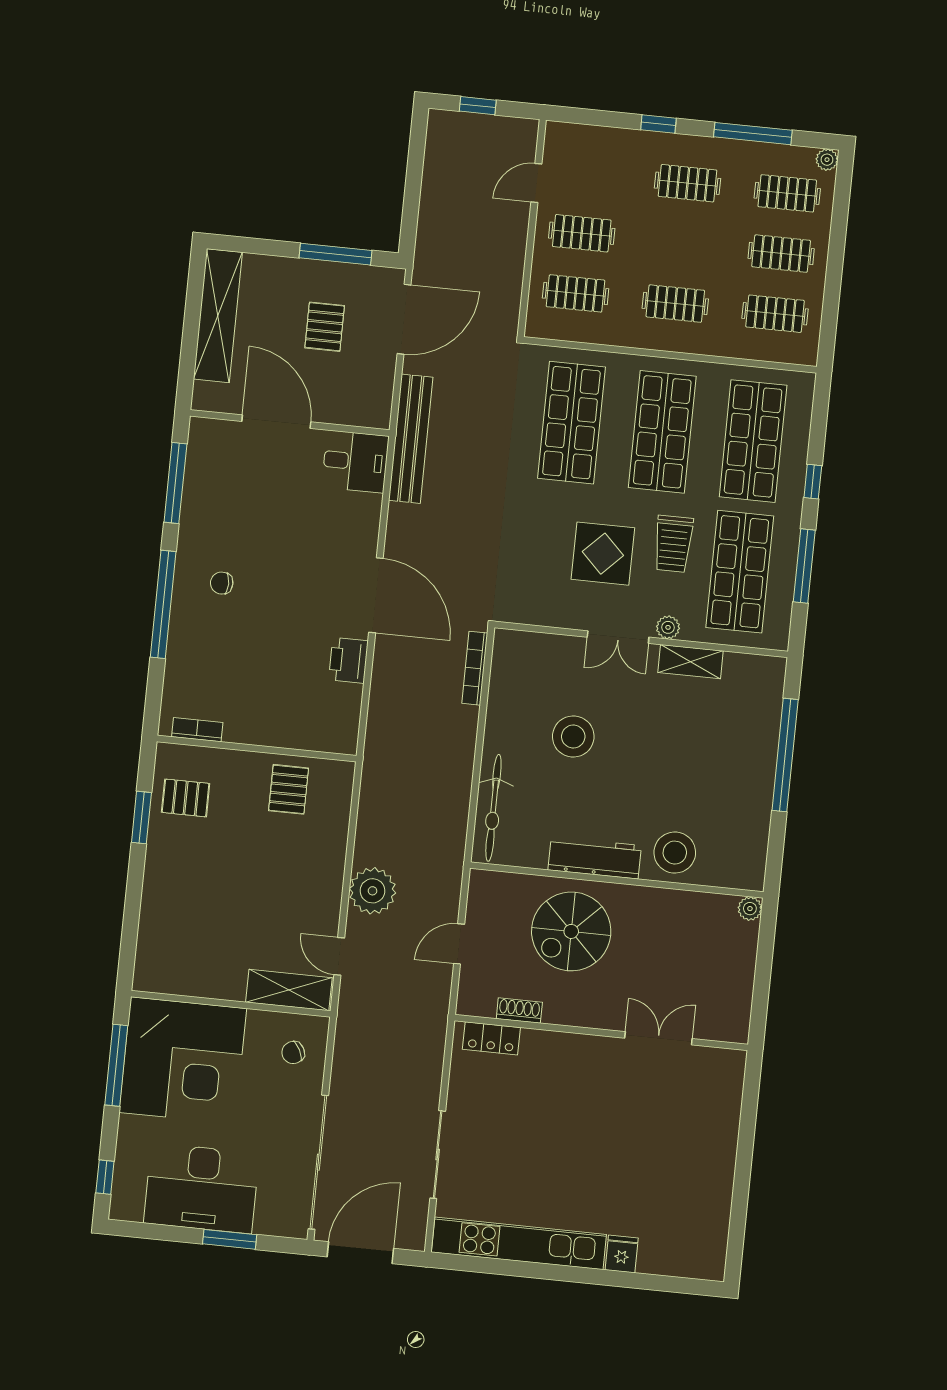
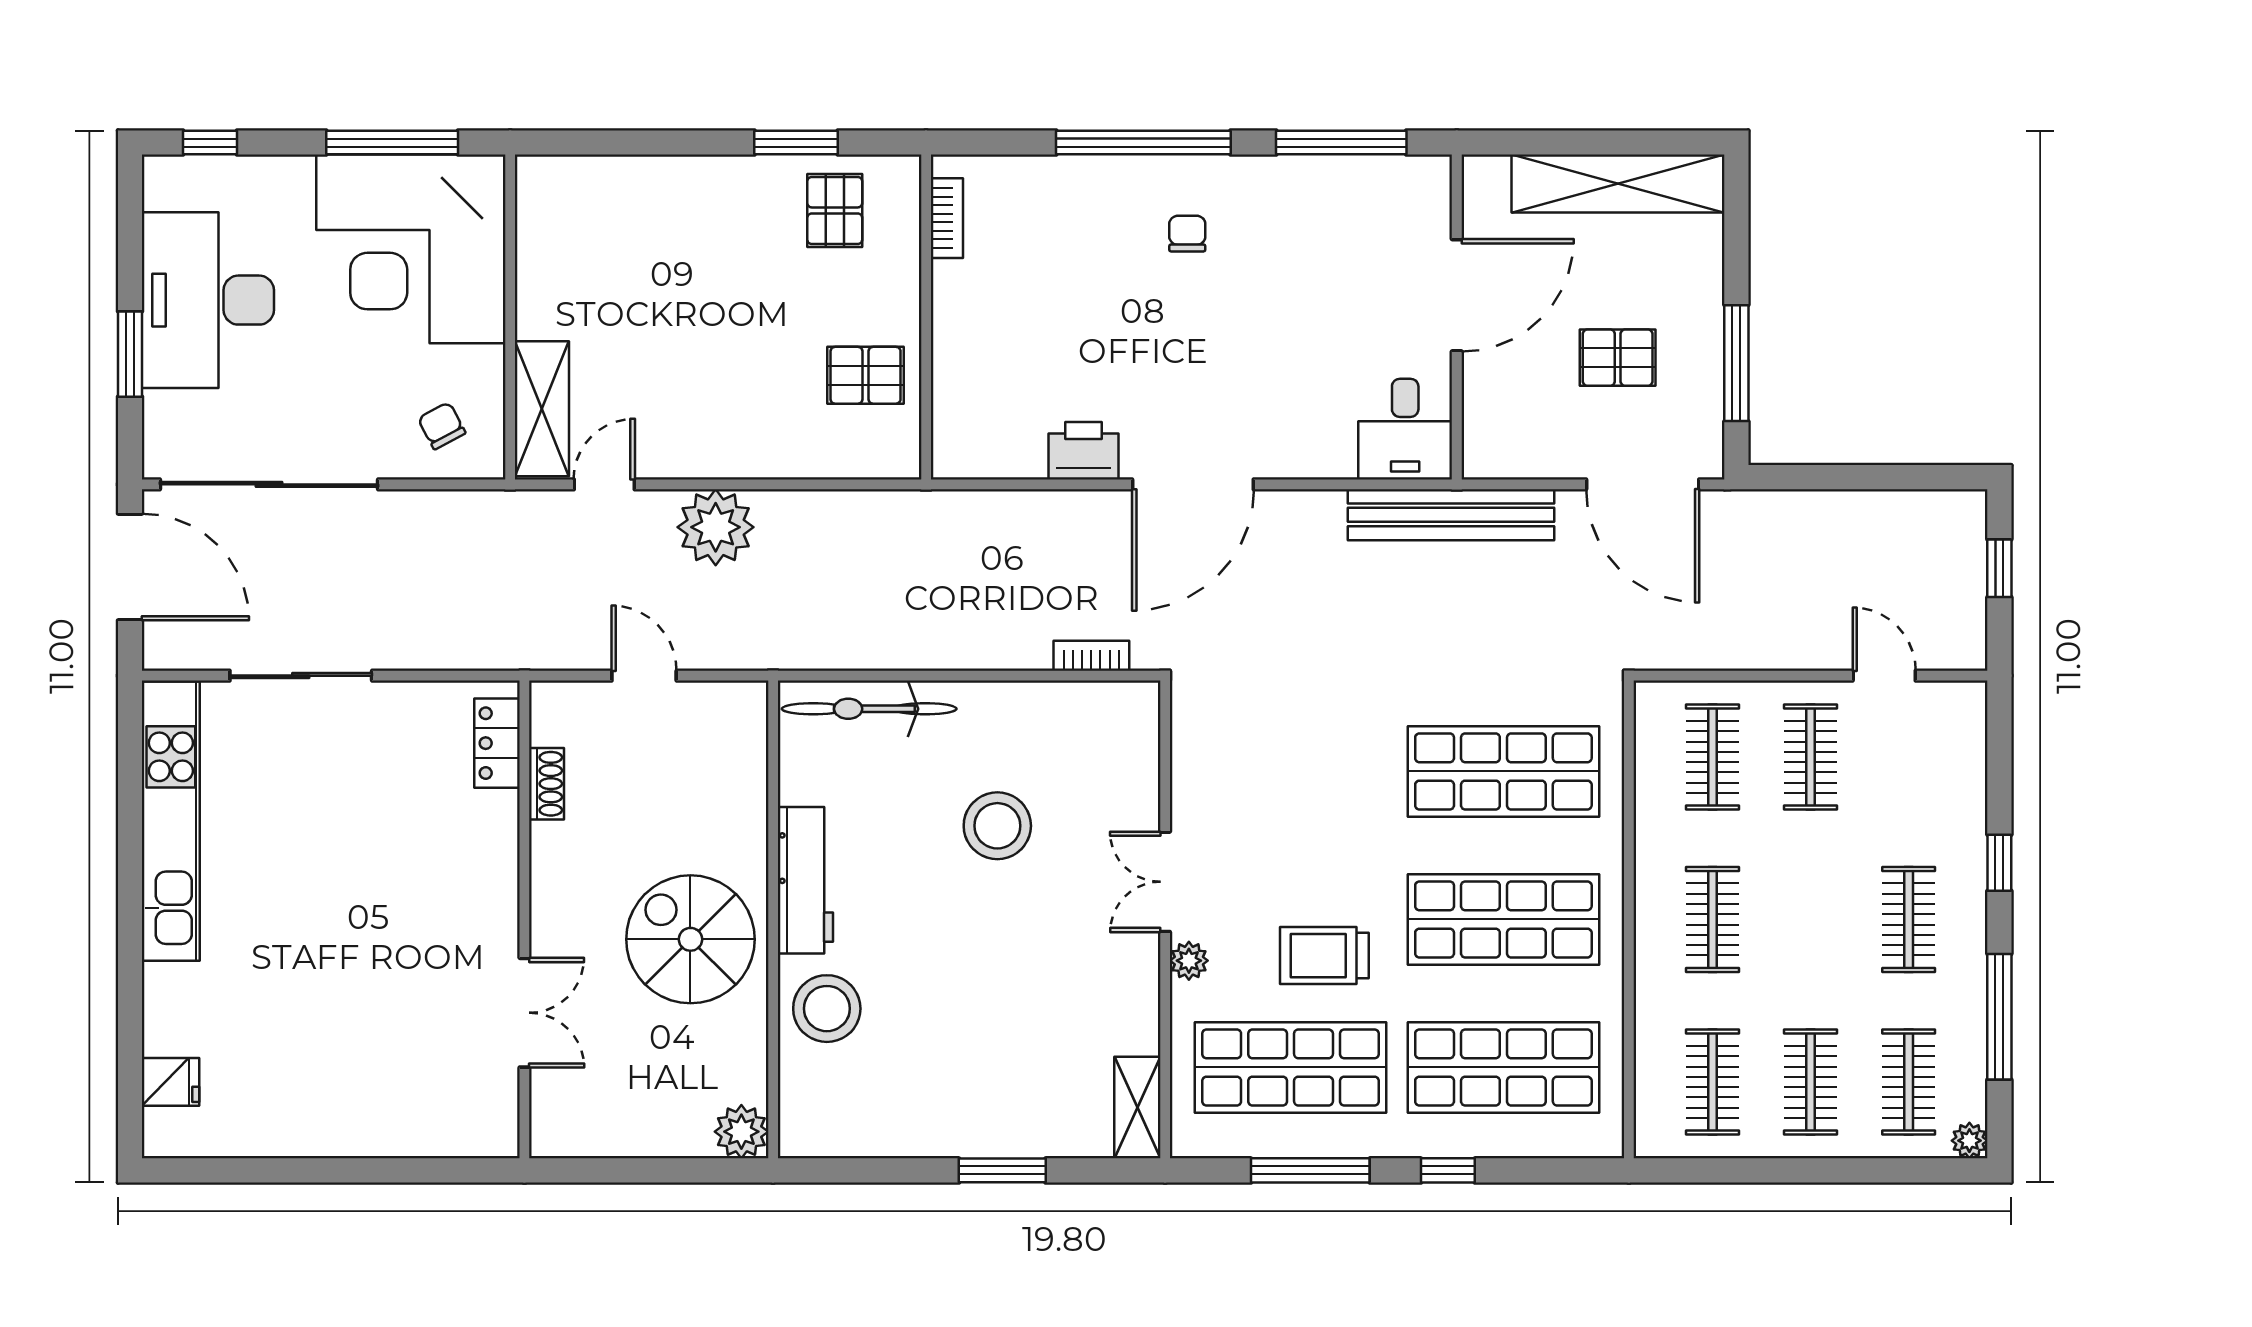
display table: (603, 554) -> (1297, 844), removed
shelving: (691, 662) -> (1137, 1108), moved
bookcase: (475, 668) -> (1091, 656), width x0.64
window: (785, 755) -> (1002, 1170), width x0.47
plant: (750, 909) -> (741, 1132), width x1.38, depth x1.38
spiral stairs: (571, 931) -> (690, 939), moved
fridge: (622, 1254) -> (171, 1082), moved

